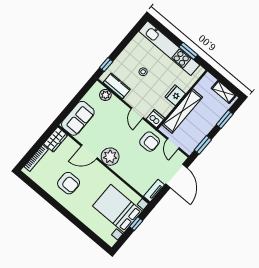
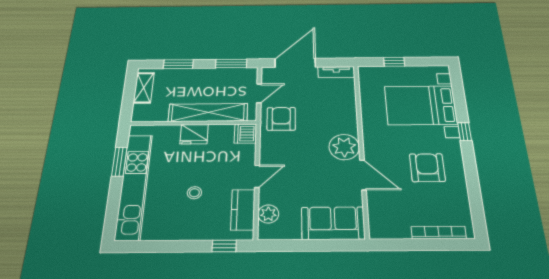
door: (137, 113) -> (257, 176), moved
wardrobe: (55, 139) -> (389, 228), removed
bed with nightstands: (117, 209) -> (421, 105), moved, turned 90
window: (71, 218) -> (465, 132), added

